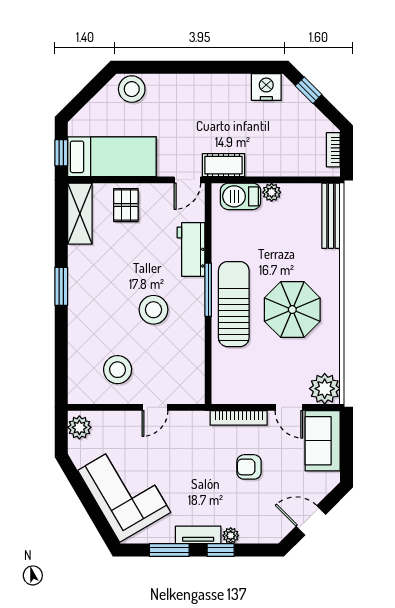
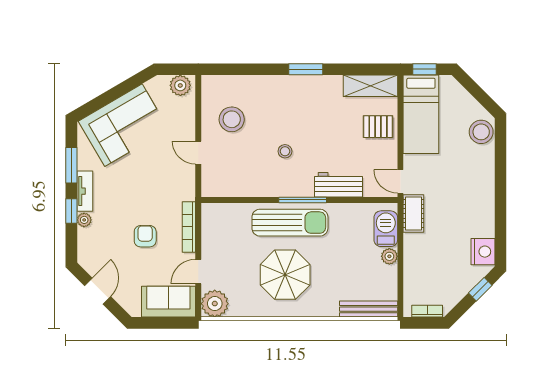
stool: (153, 310) -> (285, 151), width x0.53, depth x0.53

